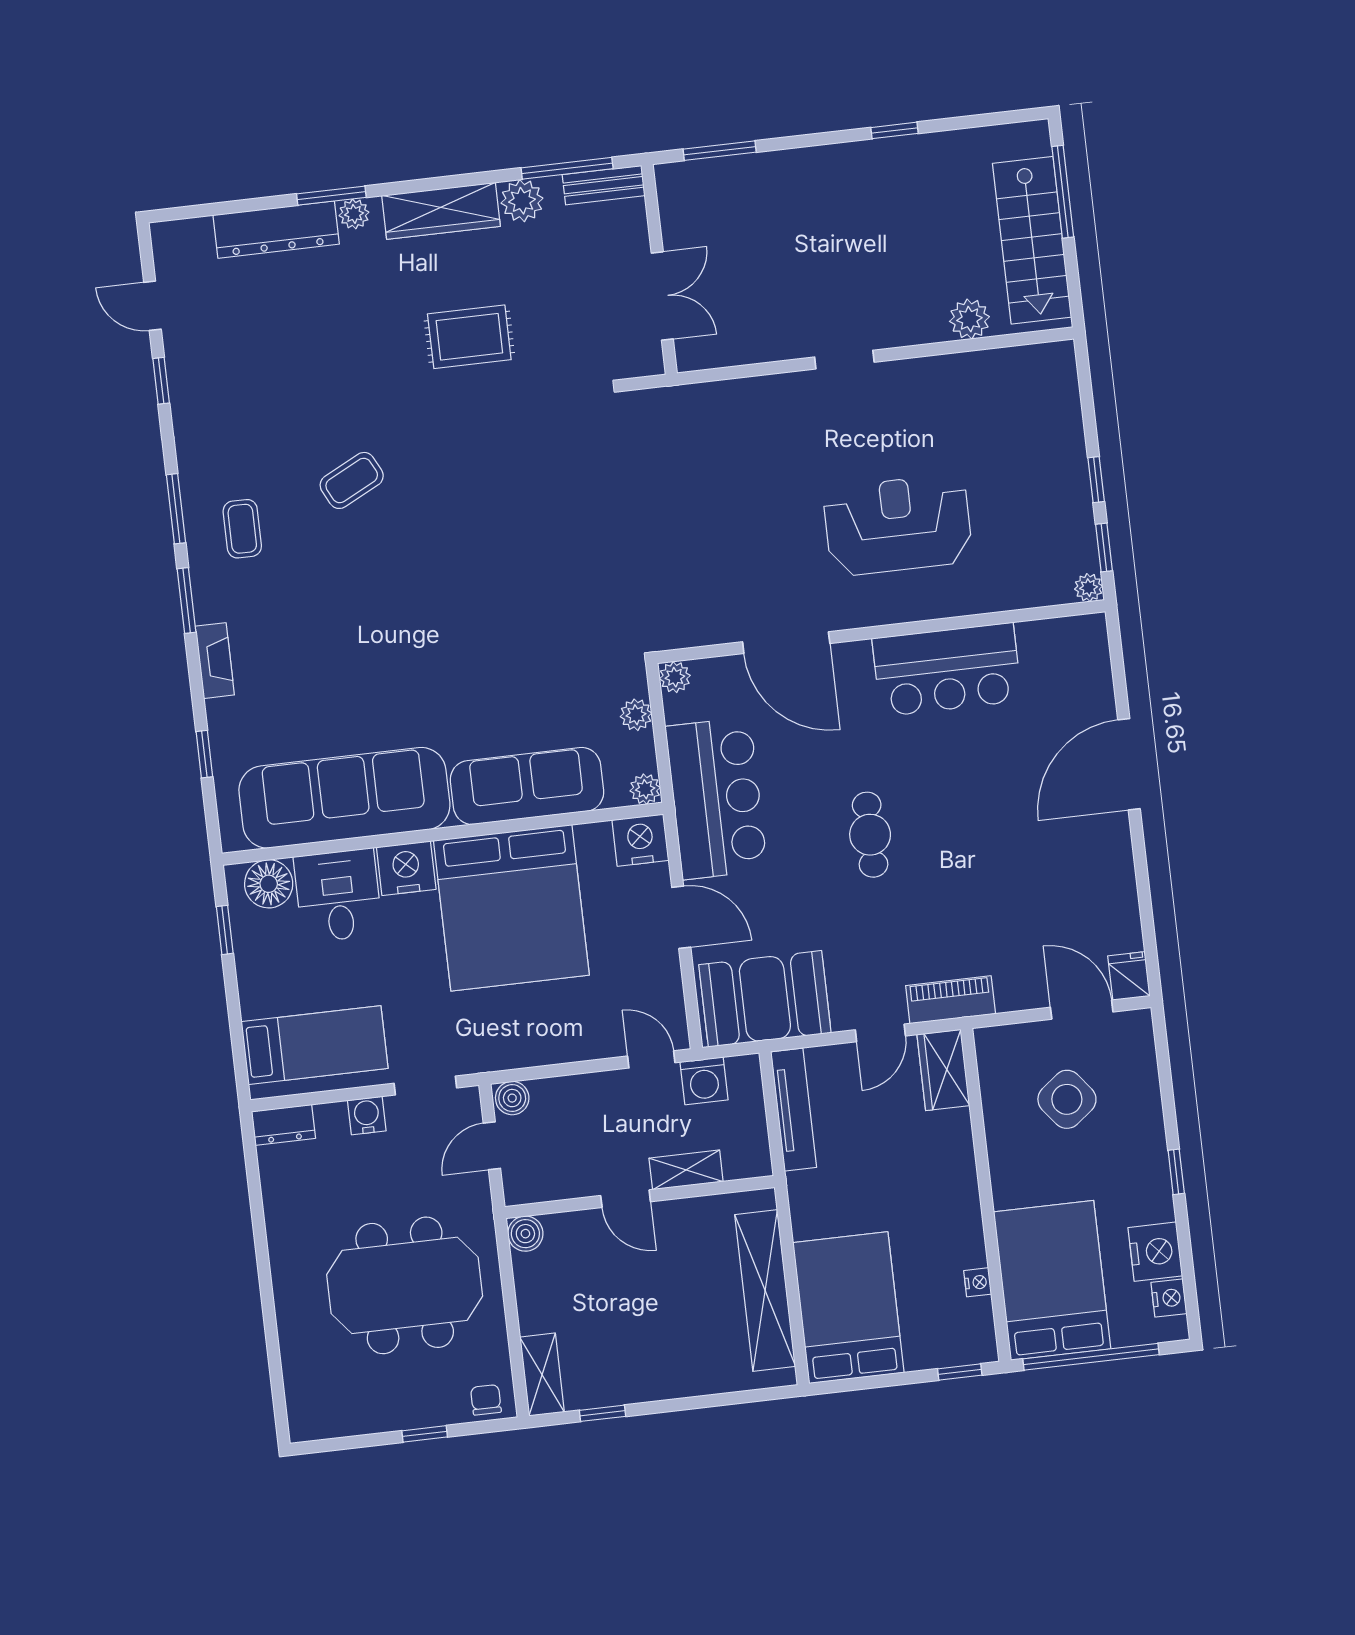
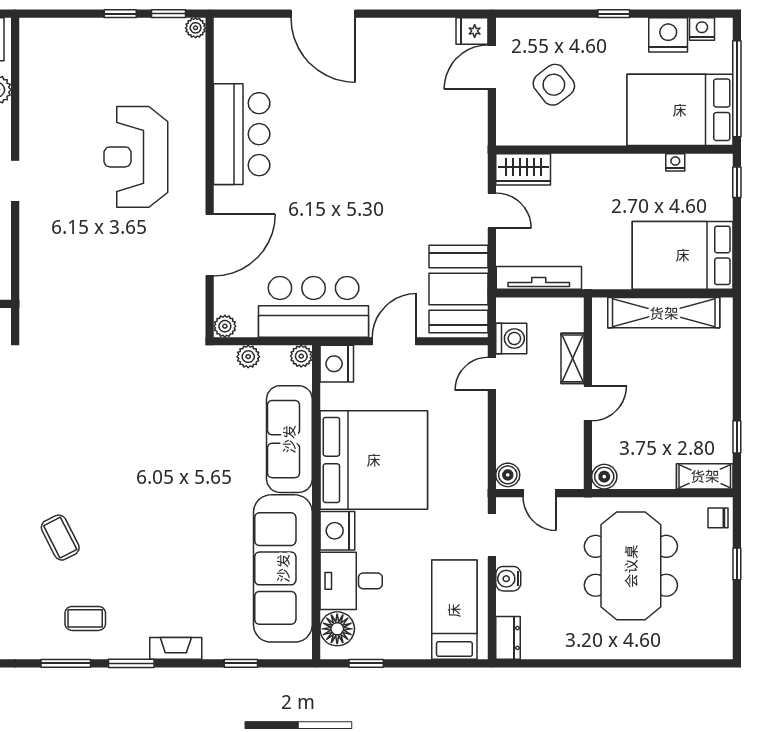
cafe table: (870, 835) -> (352, 202), removed
piano: (951, 1000) -> (474, 158), removed

